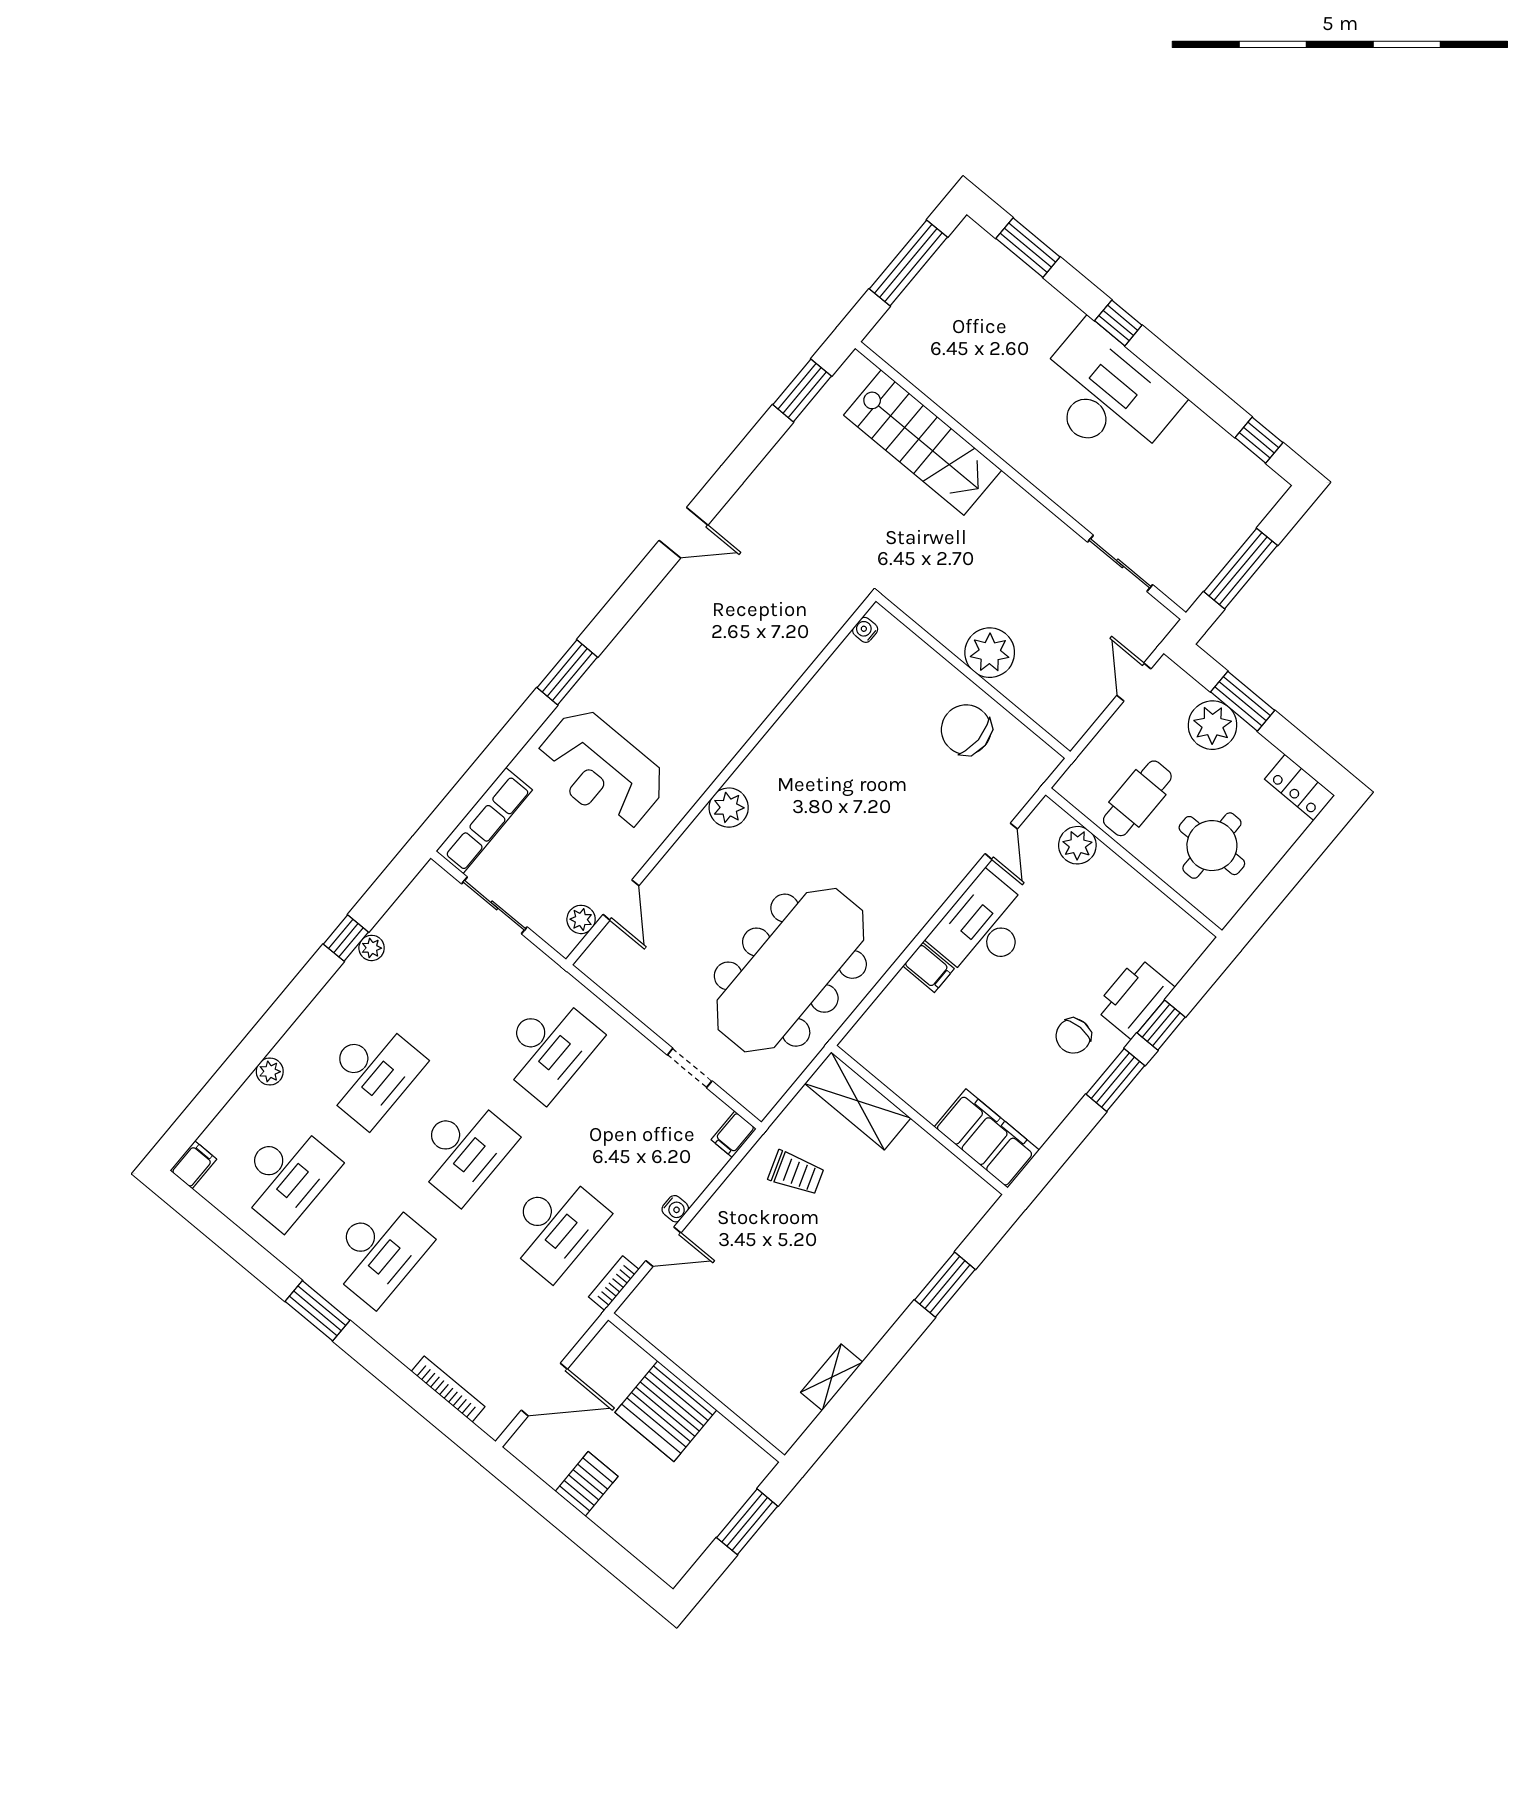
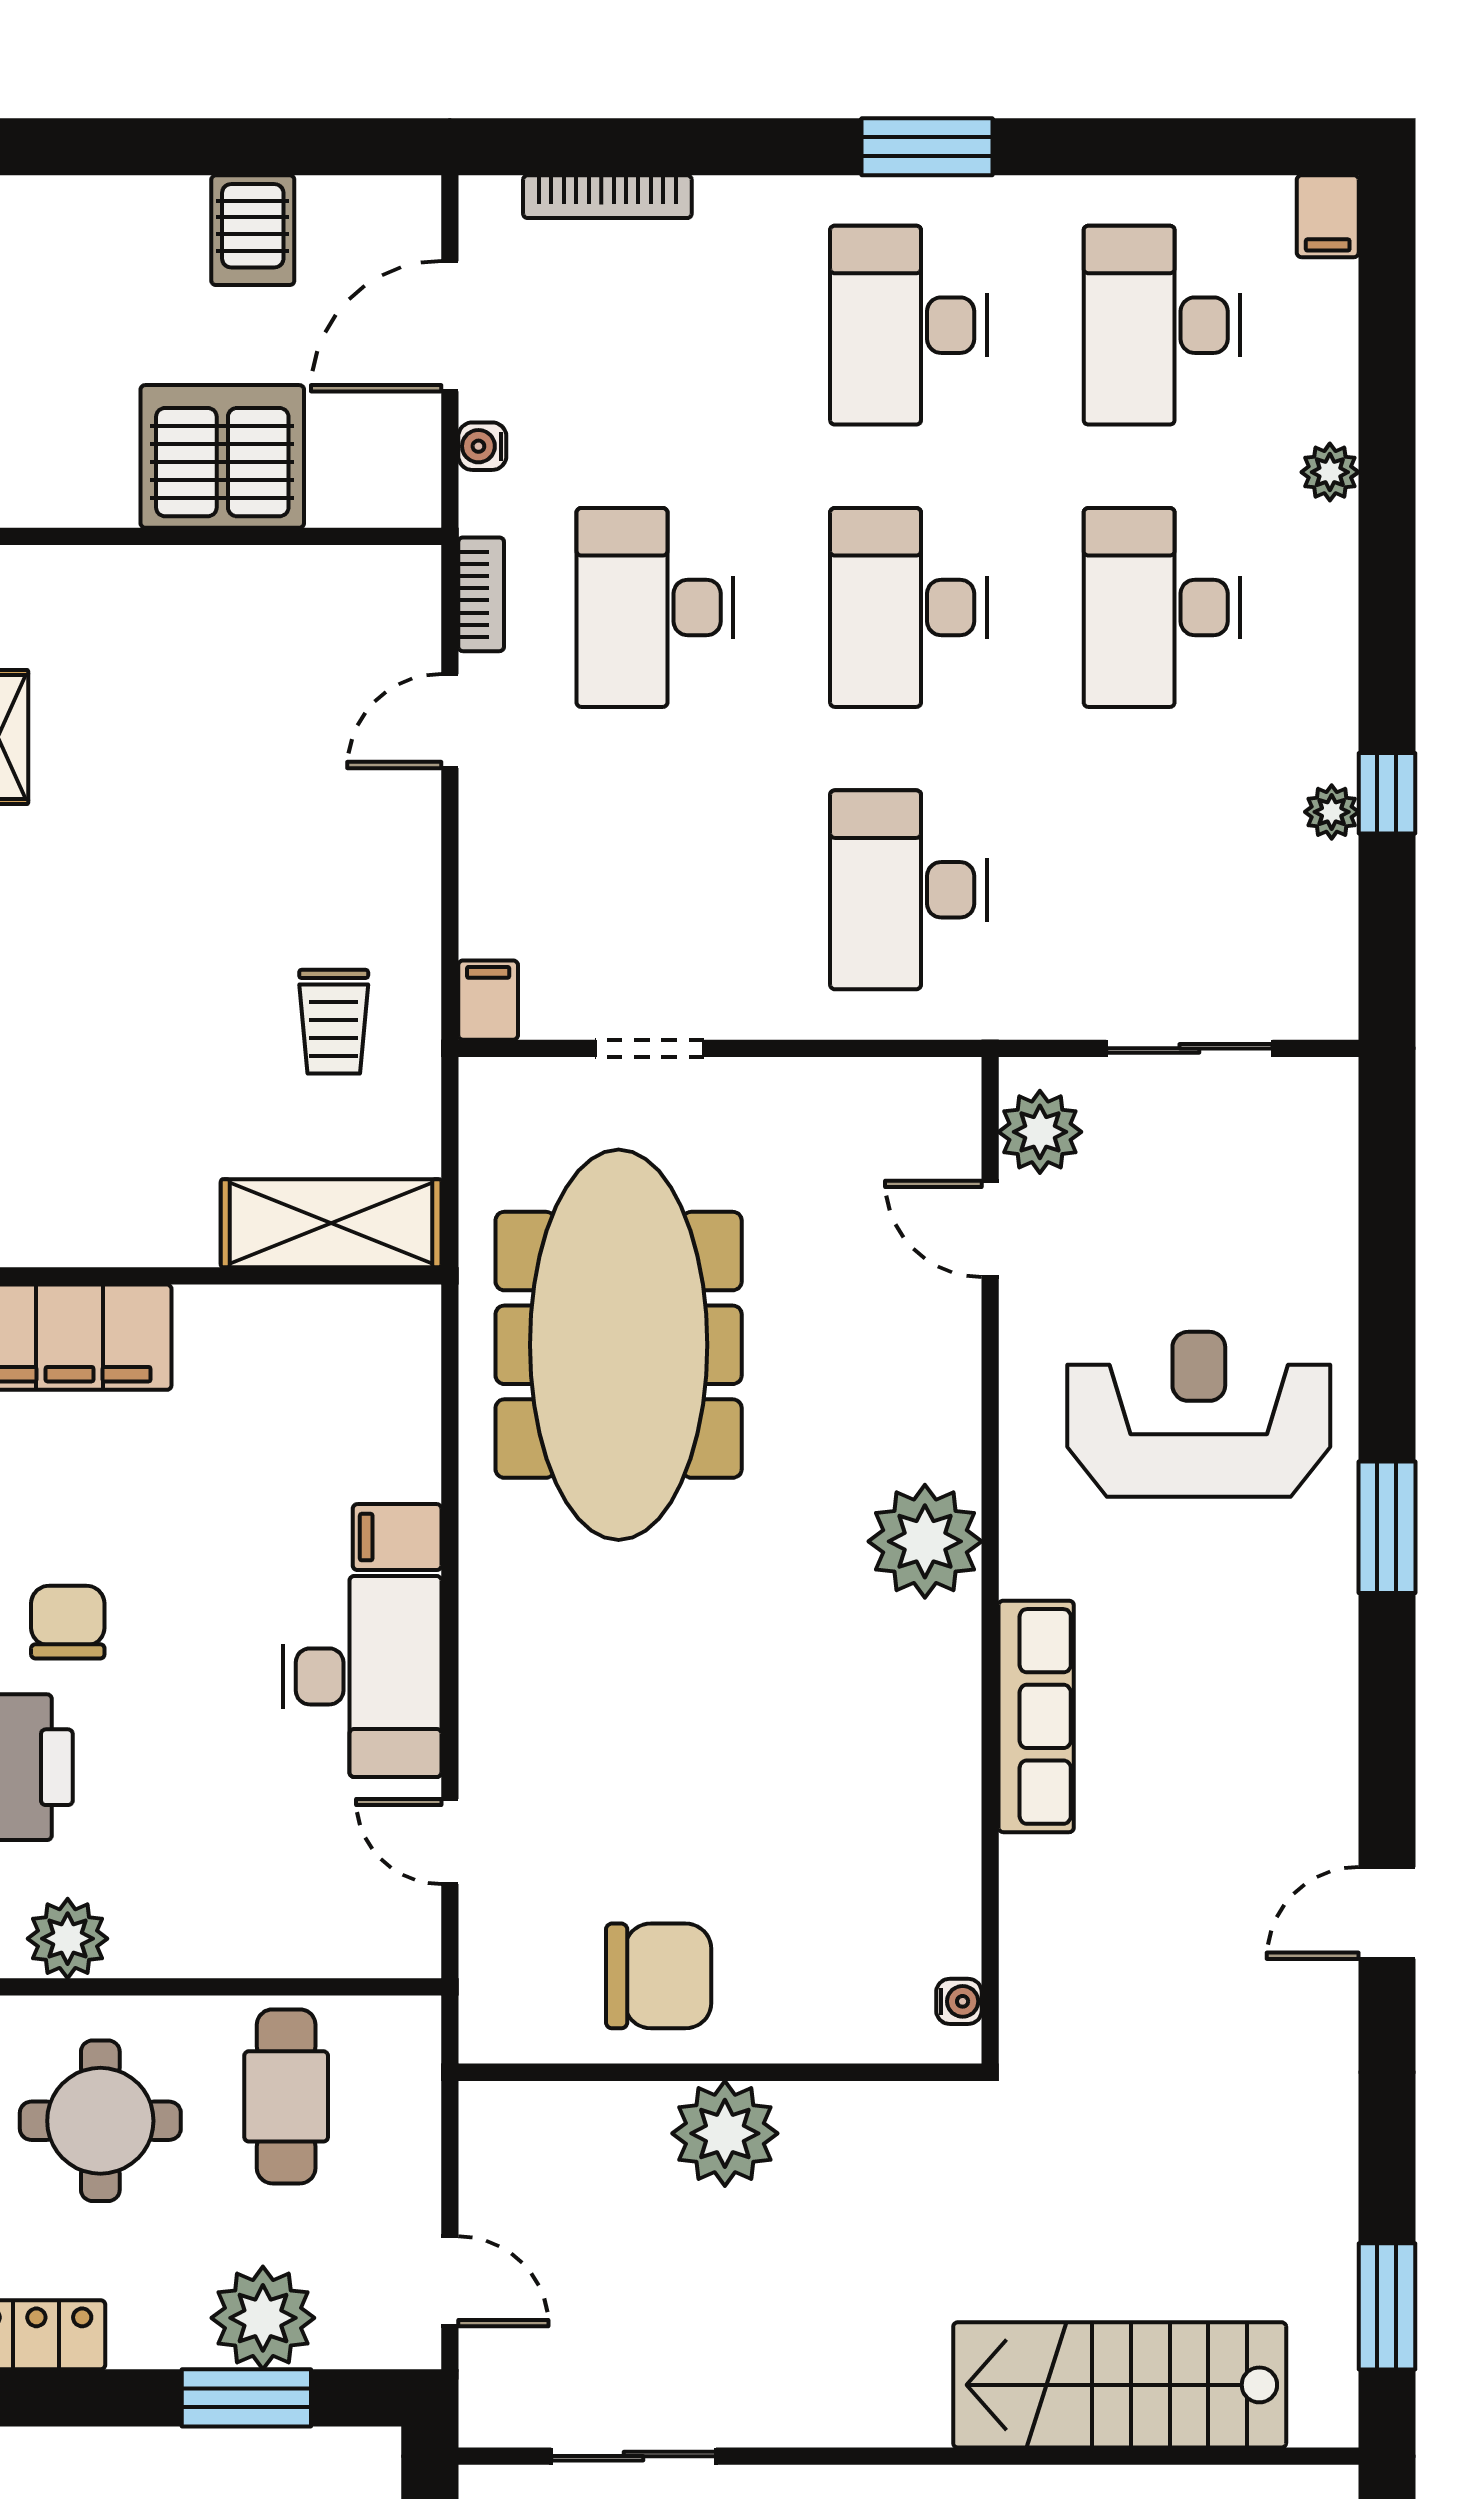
plant: (729, 808) -> (925, 1541), width x1.36, depth x1.36
row of seats: (484, 821) -> (1036, 1716), moved, turned 180
plant: (1077, 845) -> (68, 1939), moved
plant: (581, 919) -> (1040, 1132), width x1.38, depth x1.38
trolley: (796, 1173) -> (334, 1022), turned -71
water cooler: (675, 1209) -> (482, 446), moved

